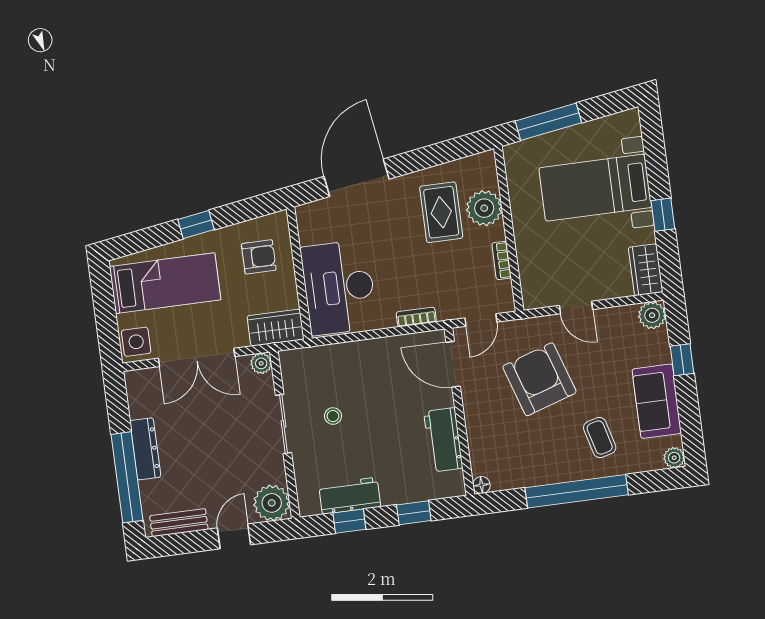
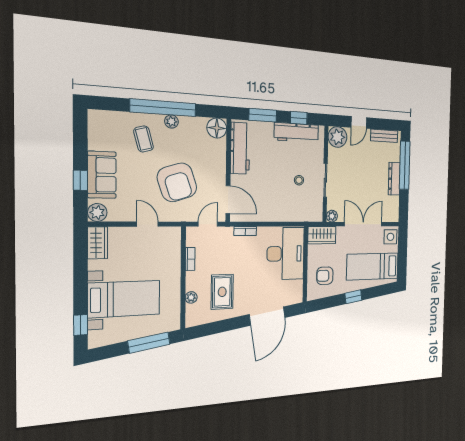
plant: (484, 208) -> (191, 297), width x0.53, depth x0.53
window: (663, 215) -> (81, 325), moved
sofa: (657, 401) -> (102, 175), moved
workbench: (443, 440) -> (240, 148), width x1.38
plant: (674, 458) -> (171, 121), moved
floor lamp: (481, 485) -> (217, 128), width x1.89, depth x1.89
workbench: (350, 496) -> (296, 133), width x1.38
window: (414, 513) -> (263, 115), width x1.50

